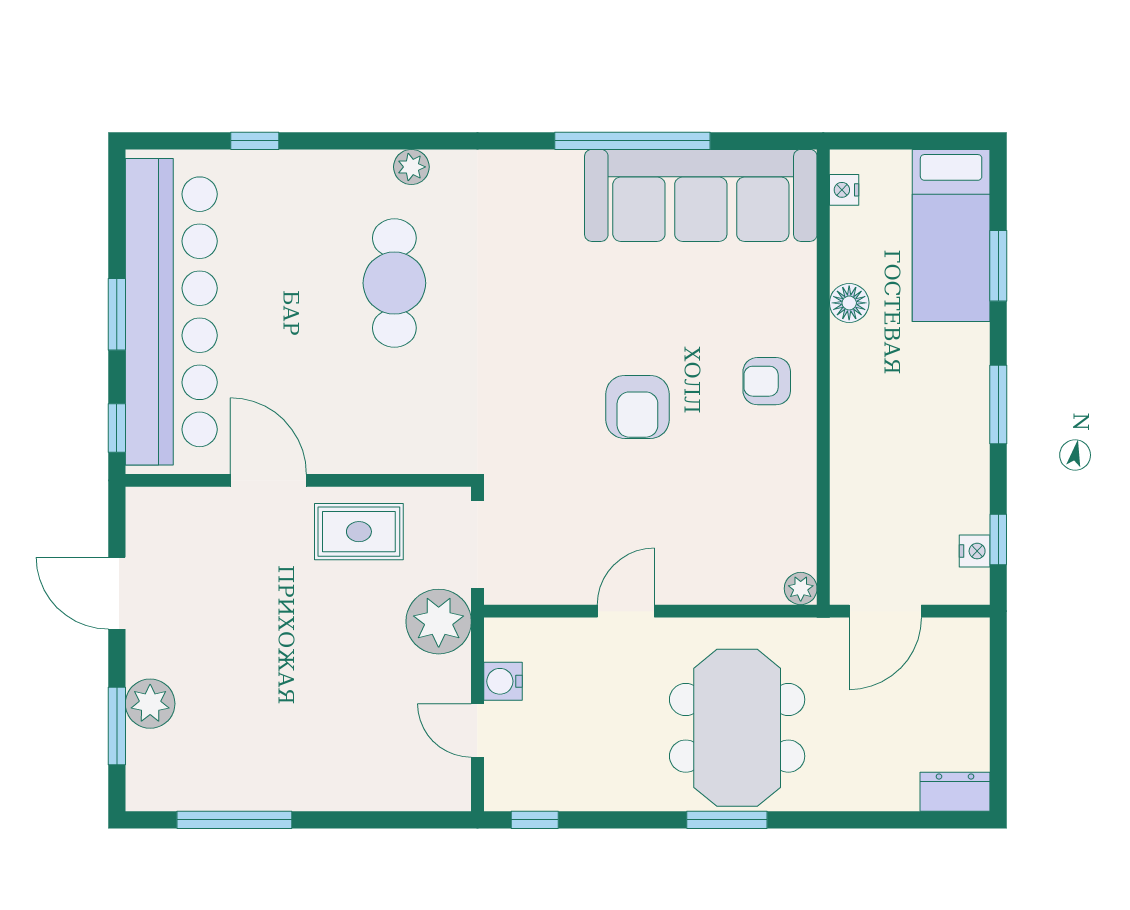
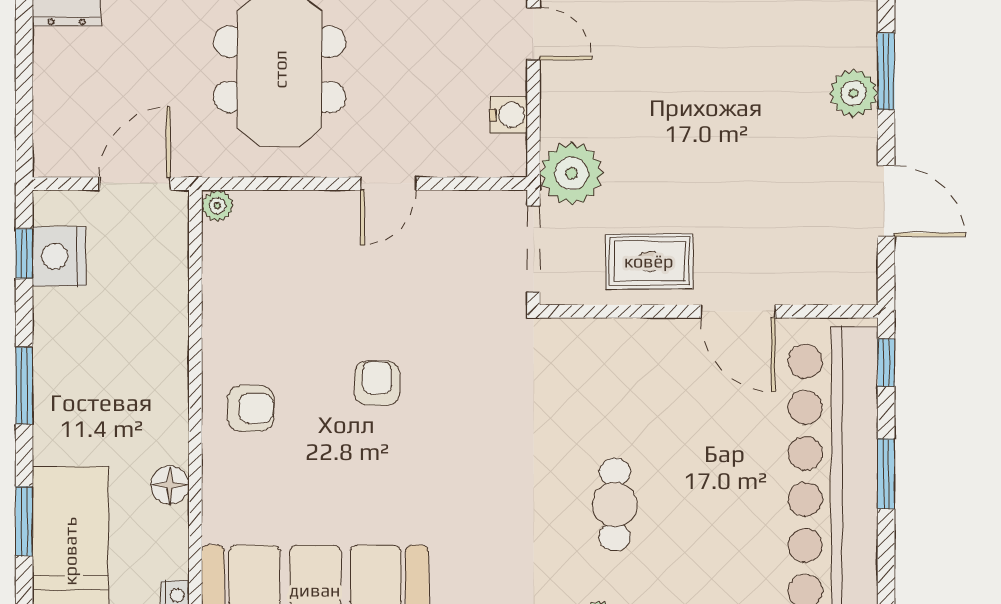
cafe table: (394, 283) -> (615, 504), width x0.73, depth x0.74
armchair: (637, 407) -> (377, 383), width x0.72, depth x0.72
nightstand: (975, 551) -> (59, 256), width x1.89, depth x1.79
door: (477, 731) -> (533, 34), moved

